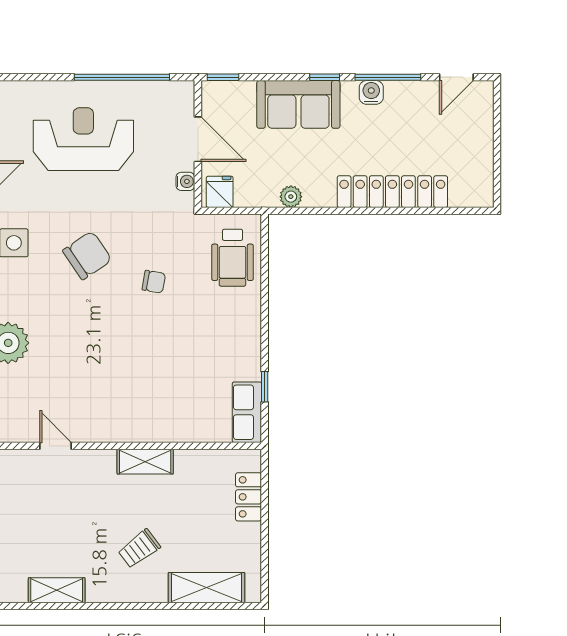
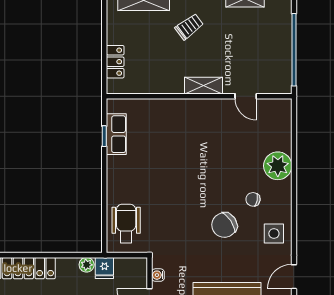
fridge: (220, 192) -> (104, 268), moved
chair: (154, 282) -> (253, 199), moved
row of seats: (247, 412) -> (116, 134), moved
shelving: (145, 462) -> (204, 86), moved

